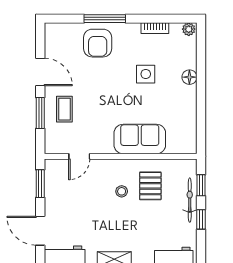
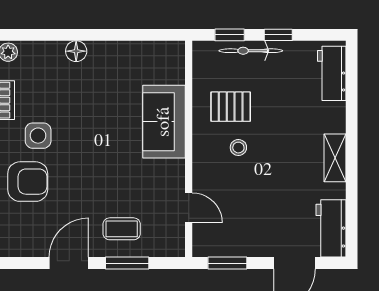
side table: (146, 74) -> (38, 136), moved

